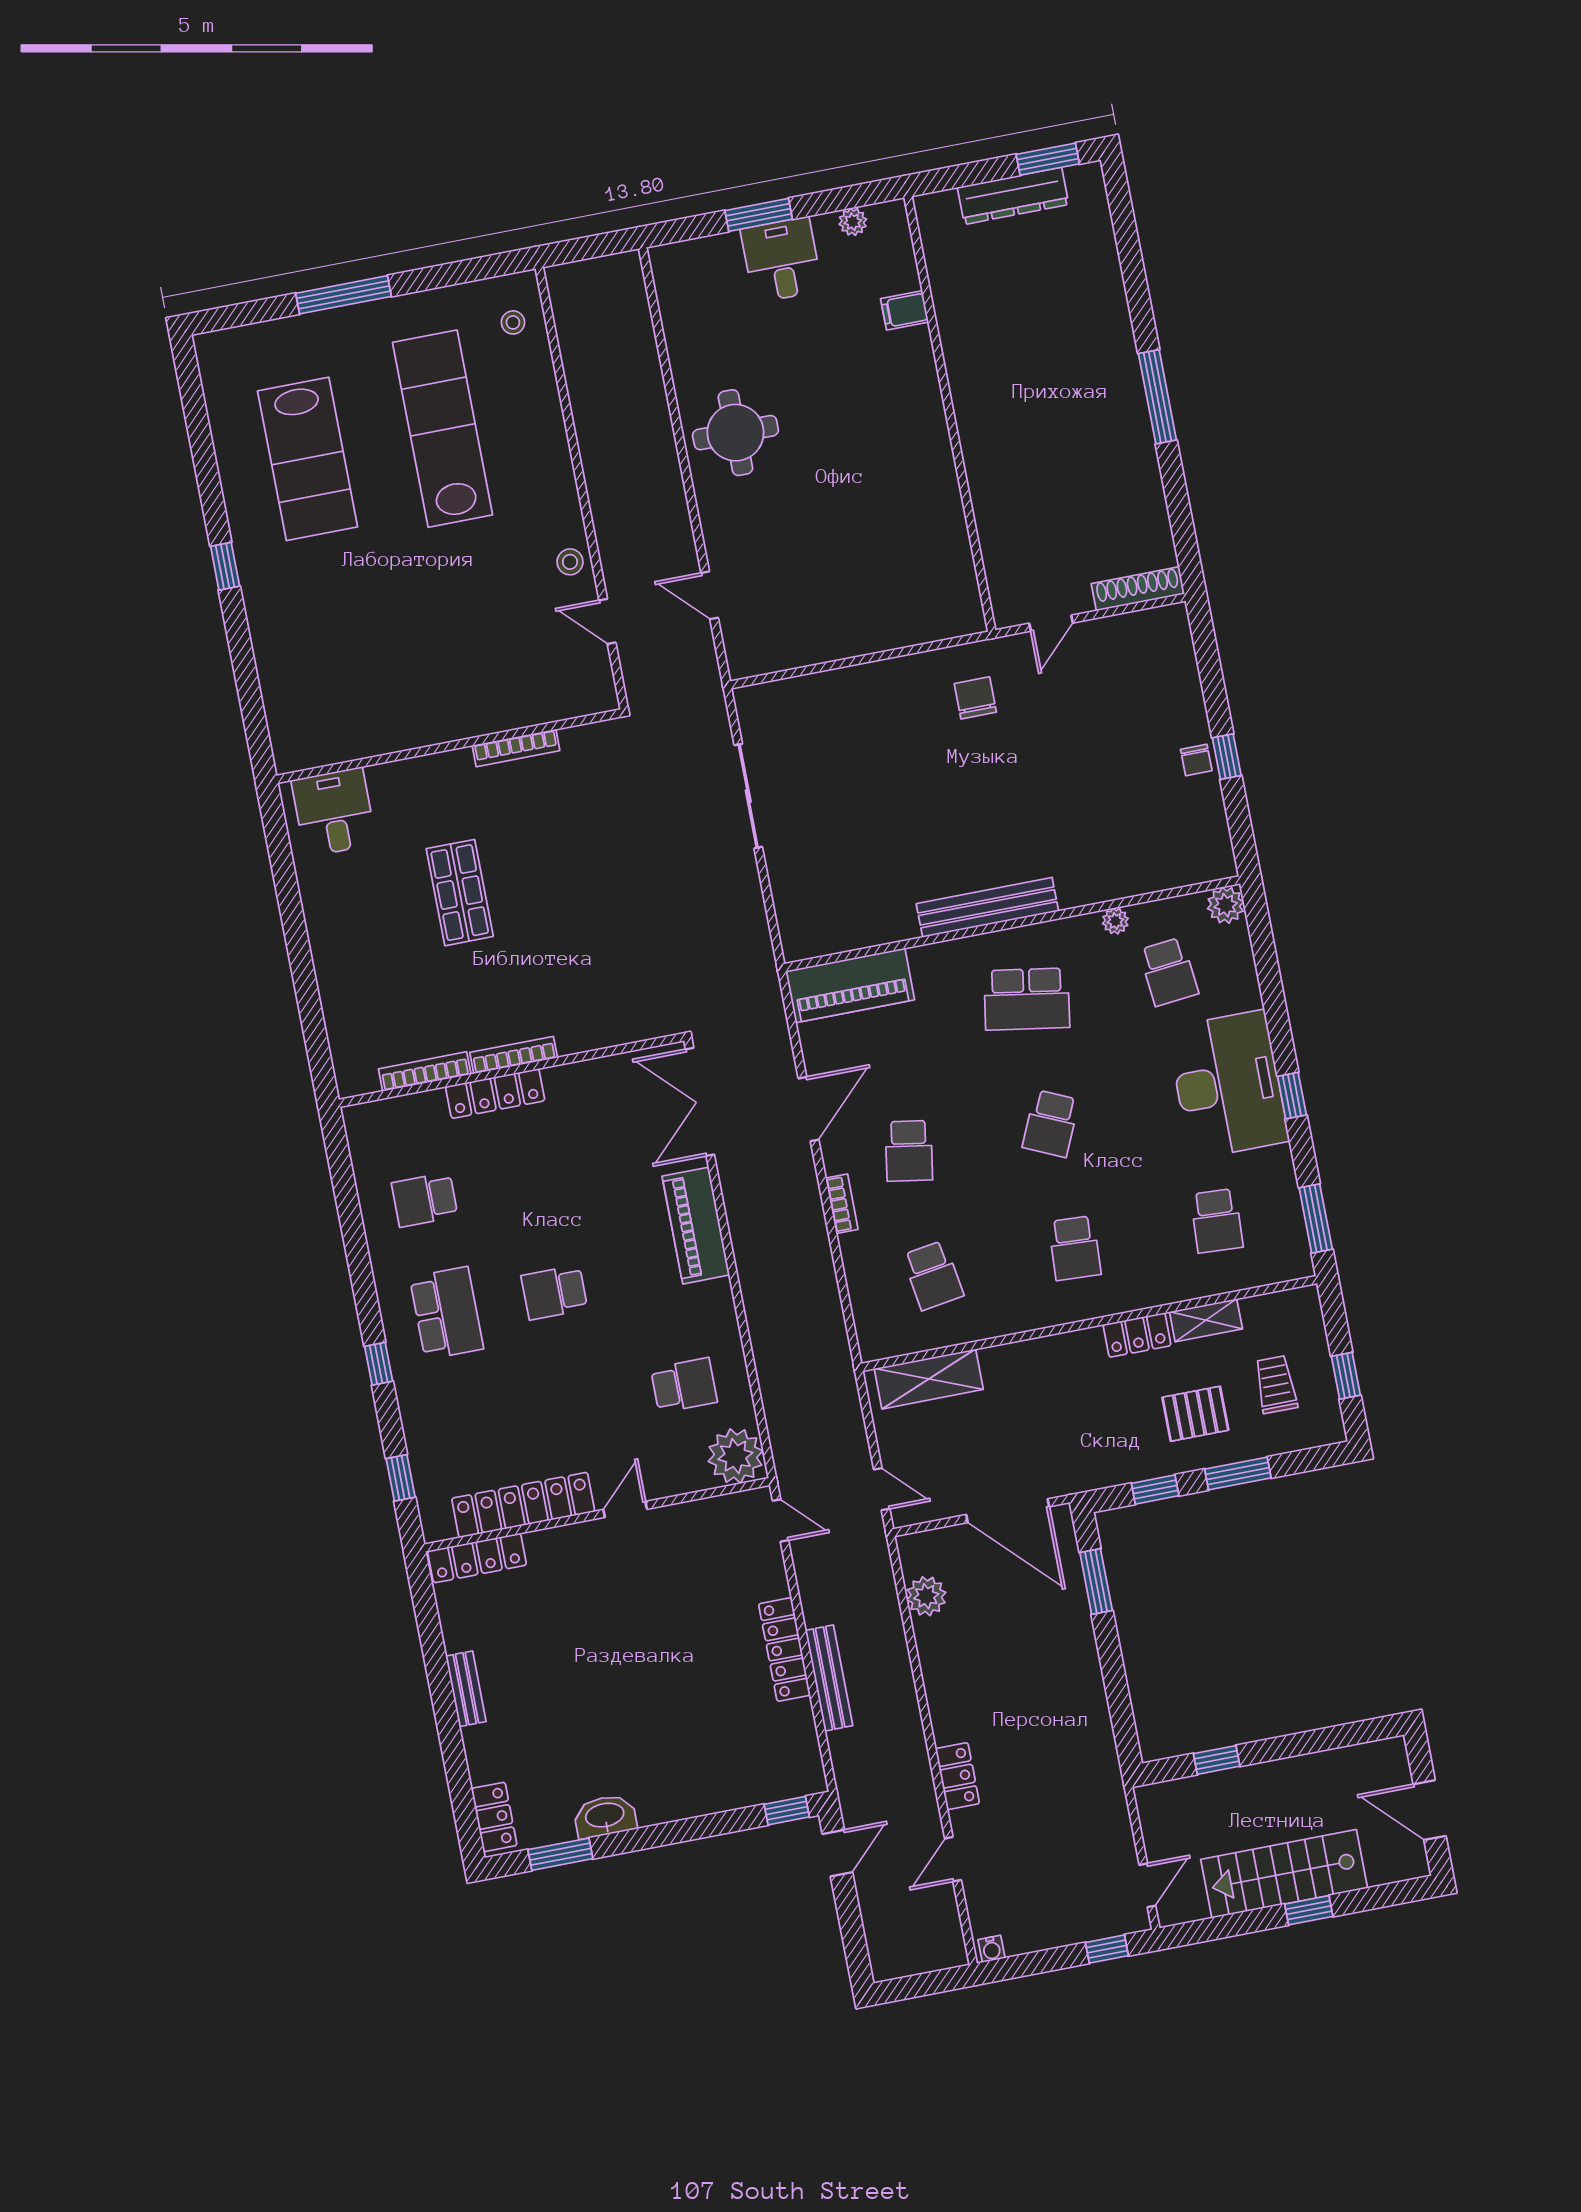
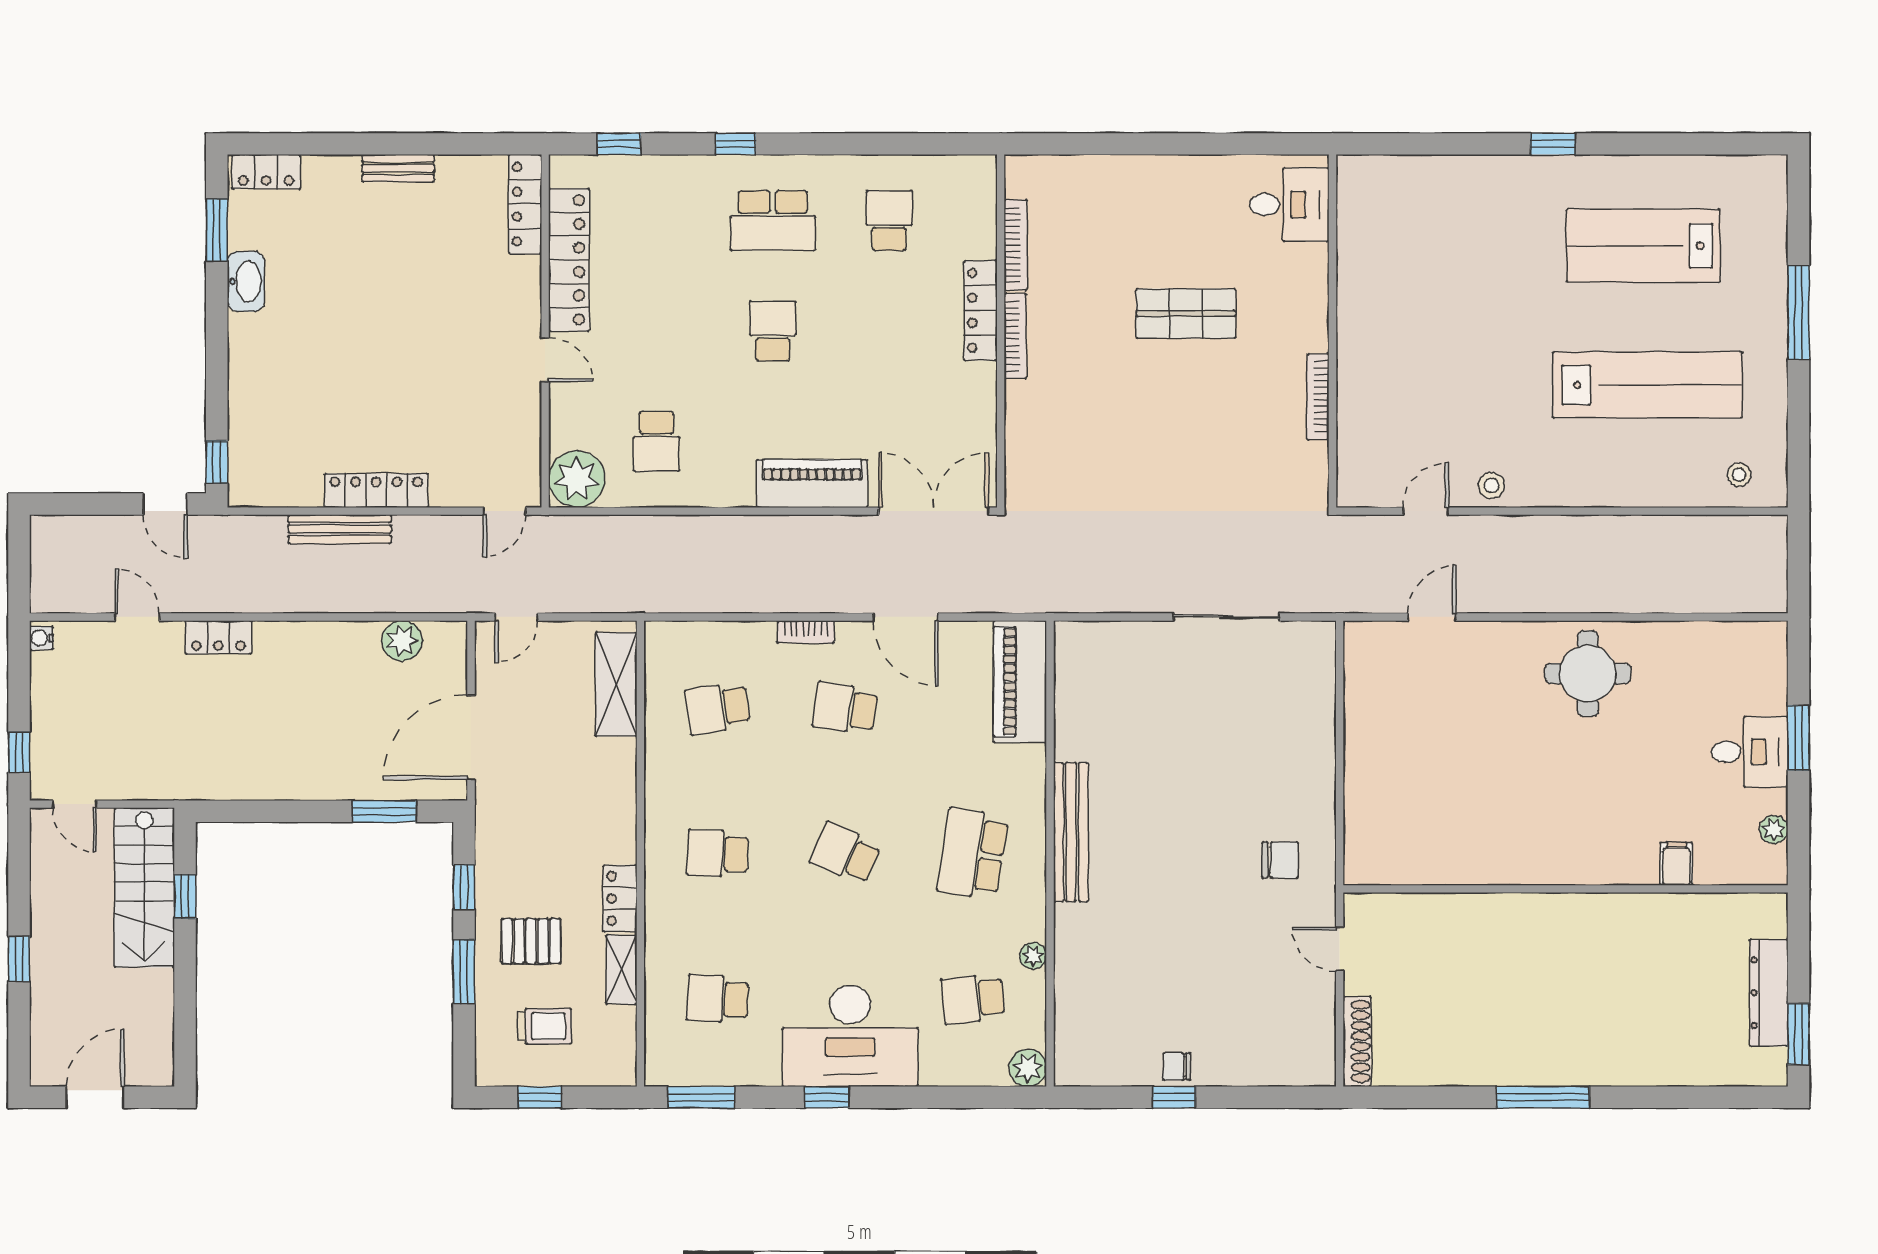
pallet: (1195, 1414) -> (531, 941), turned 90
stairs: (1284, 1874) -> (144, 887), moved, turned 180

